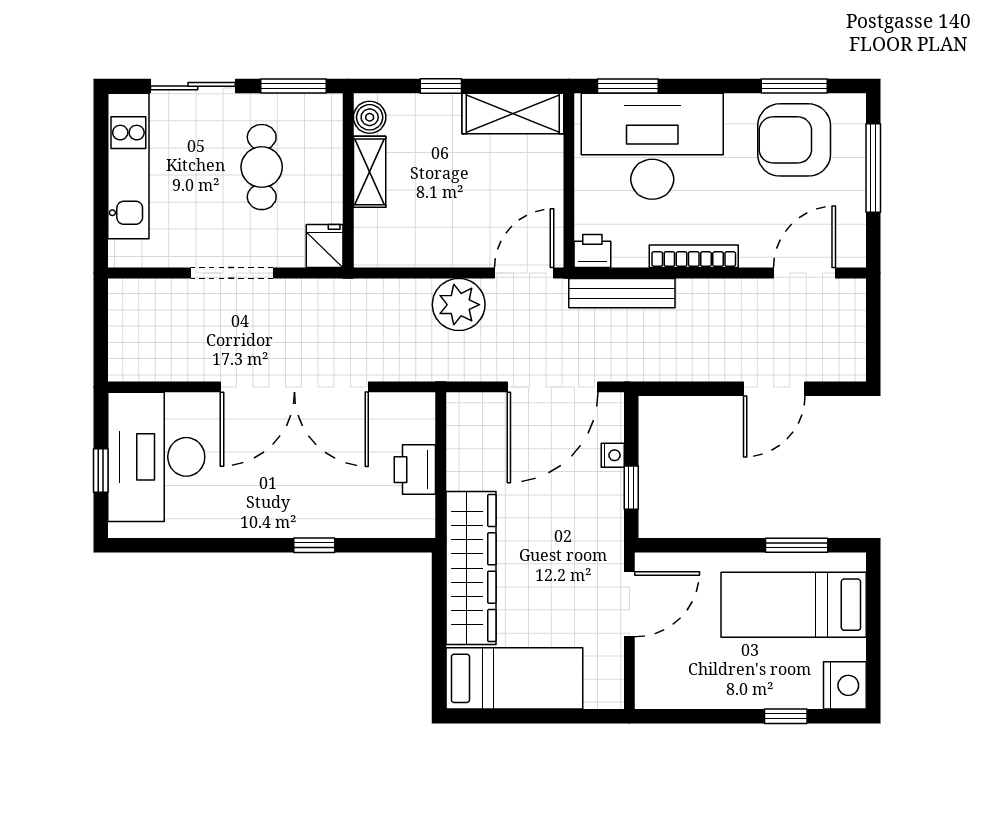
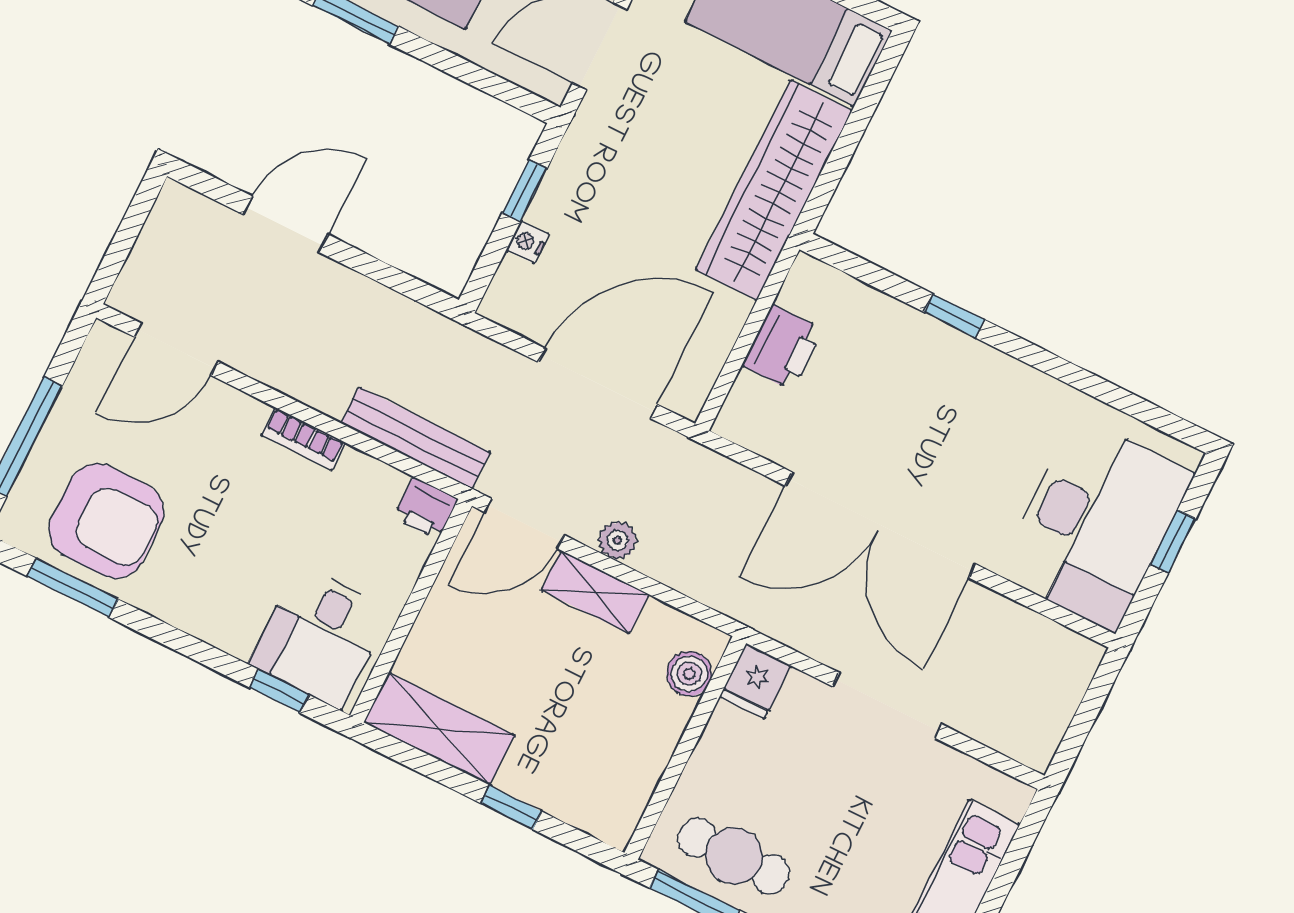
window: (628, 86) -> (279, 691), width x0.67
boiler: (370, 117) -> (689, 674), moved
desk: (652, 146) -> (320, 637), width x0.53, depth x0.77
cafe table: (262, 167) -> (734, 856), moved, turned 90
shelving: (370, 172) -> (595, 592), moved, turned 90
bookcase: (694, 256) -> (303, 439), width x0.64
plant: (459, 305) -> (618, 540), width x0.53, depth x0.53
double door: (294, 387) -> (881, 525), swing flipped
door: (553, 387) -> (598, 383), moved

